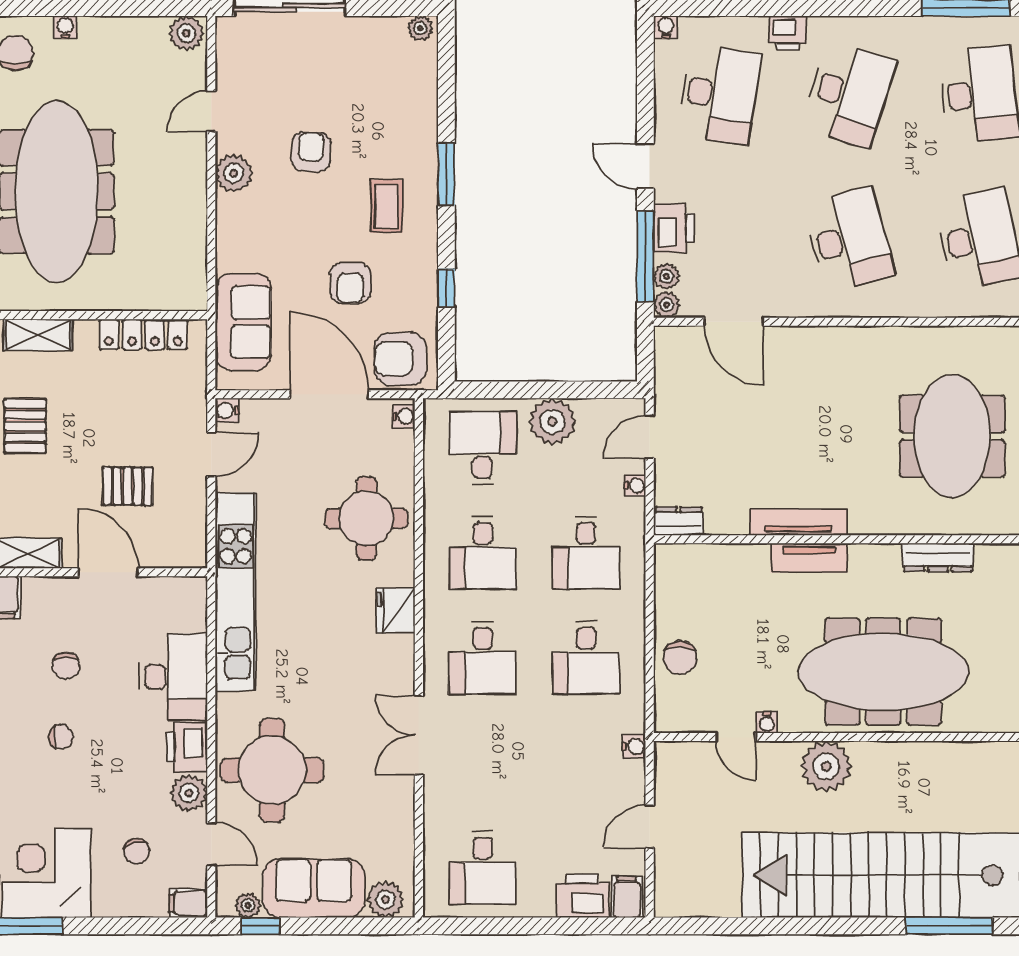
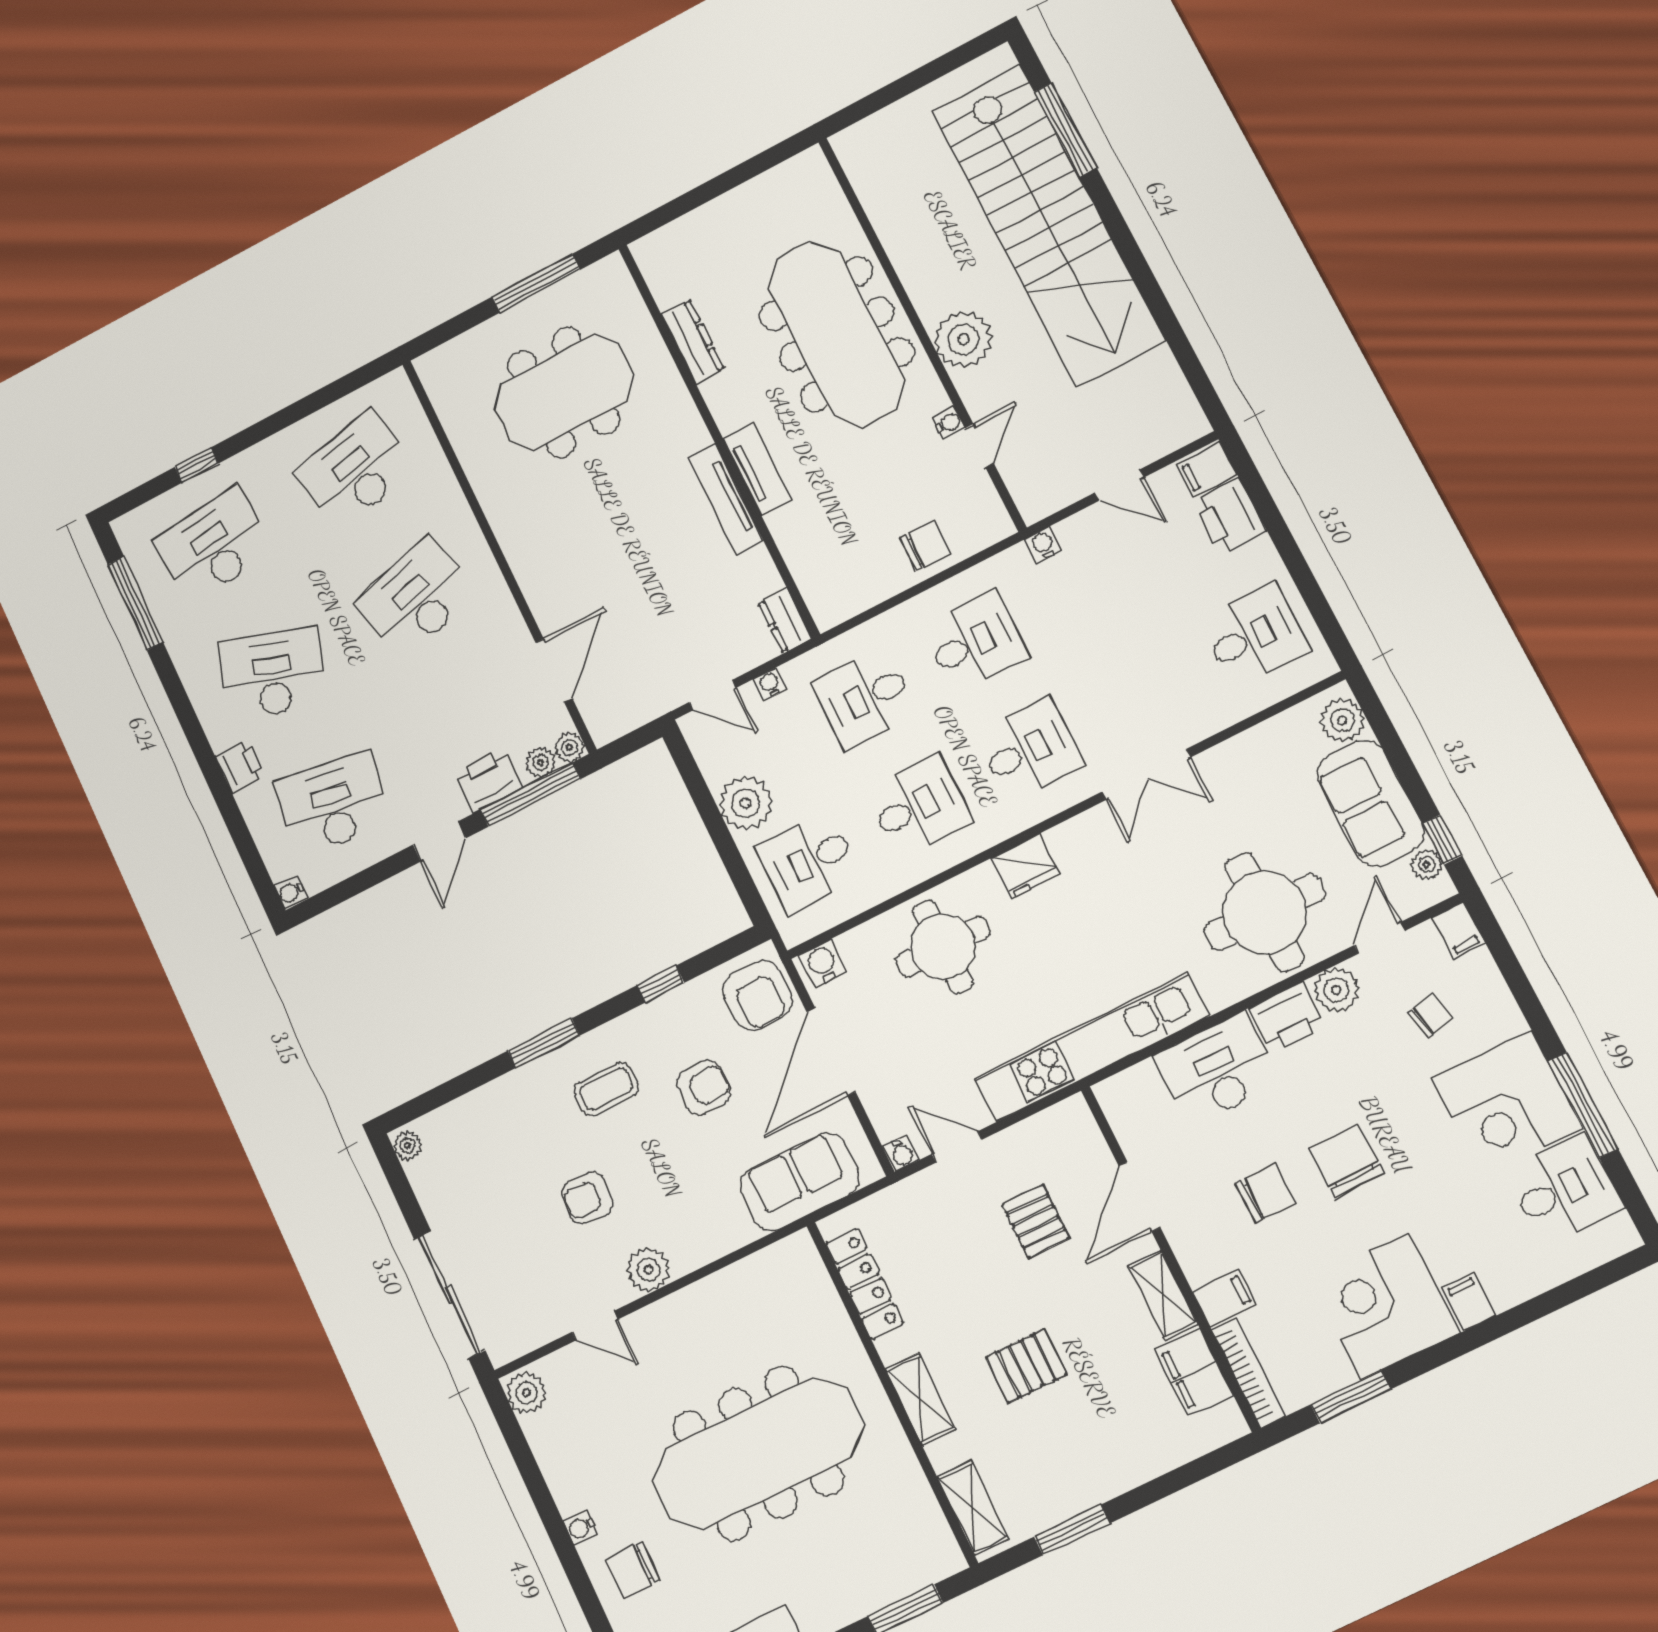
water cooler: (404, 416) -> (823, 963), width x1.38, depth x1.38
desk: (586, 553) -> (865, 698), turned 180
chair: (66, 666) -> (1265, 1193), width x1.37, depth x1.37
chair: (61, 737) -> (1347, 1161), width x1.87, depth x1.87

